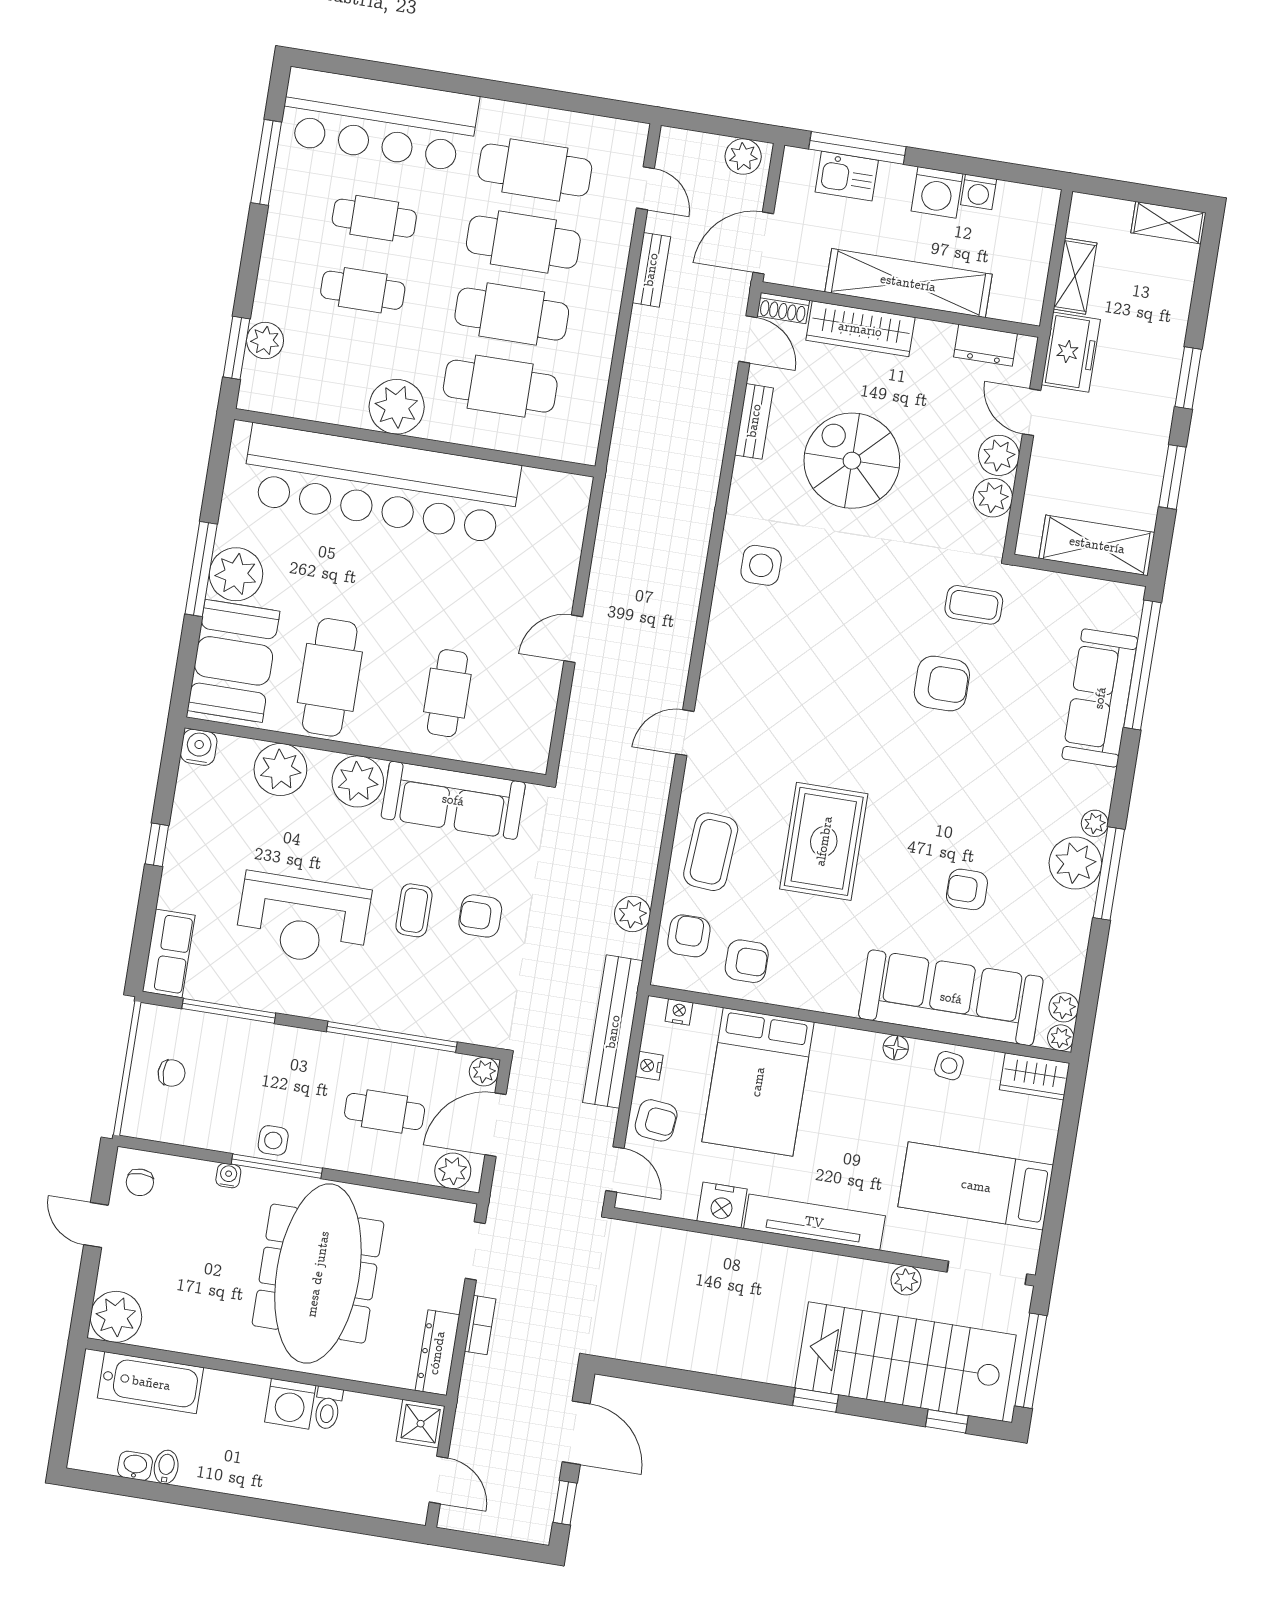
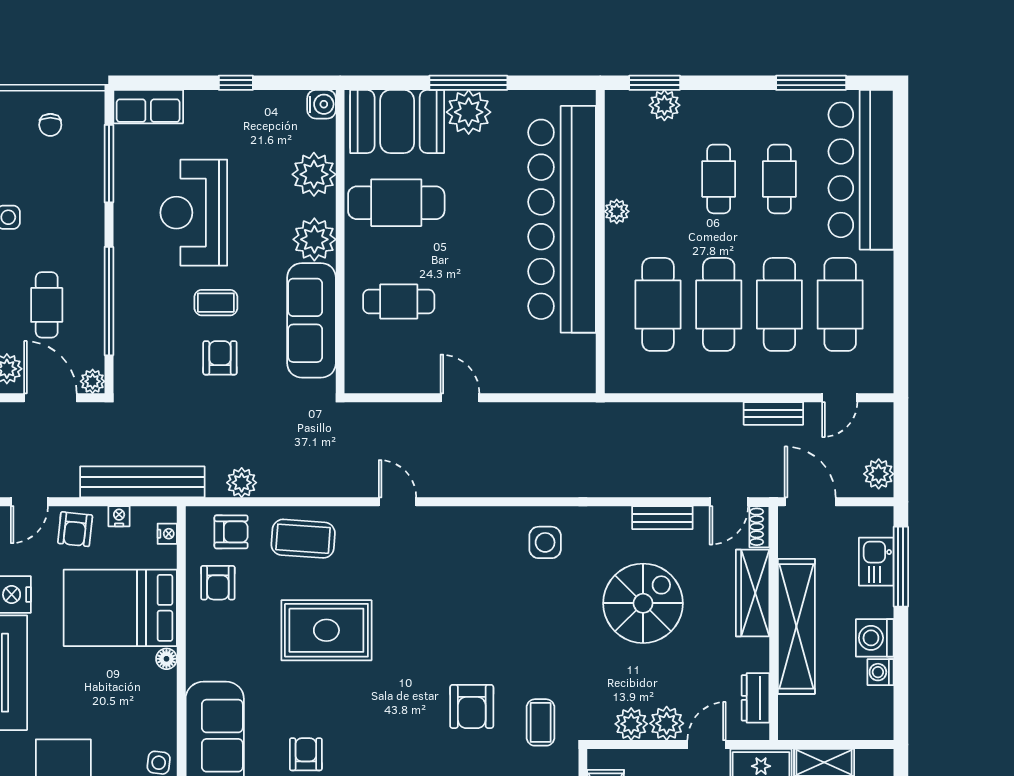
plant: (397, 407) -> (617, 211), width x0.53, depth x0.53
floor lamp: (896, 1048) -> (166, 659), moved

